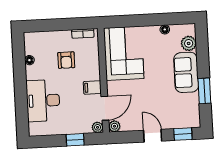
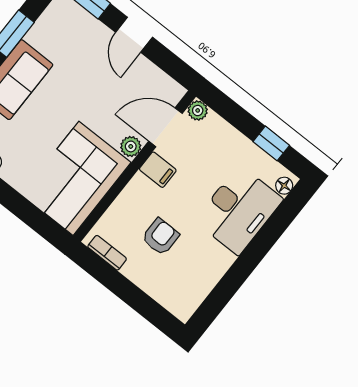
floor lamp: (29, 60) -> (284, 186), moved
plant: (114, 126) -> (131, 146), moved
window: (75, 140) -> (271, 143), moved

